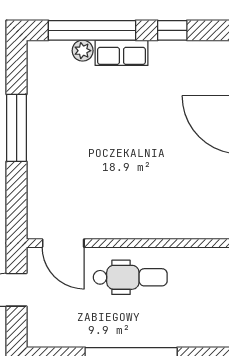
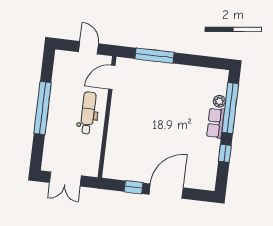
window: (17, 128) -> (155, 56), moved
dental chair: (130, 277) -> (88, 113), turned 180

